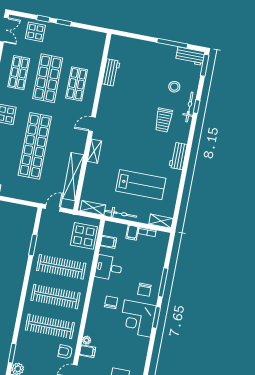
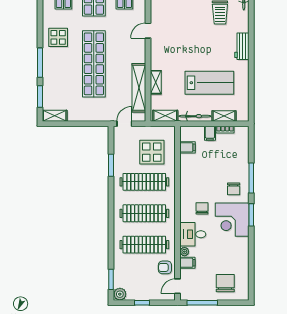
shelving: (94, 151) -> (156, 82), moved
shelving: (161, 221) -> (224, 116), moved
display table: (84, 236) -> (152, 152), moved
desk: (109, 268) -> (193, 234), moved

